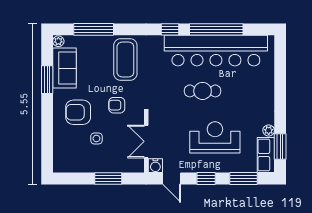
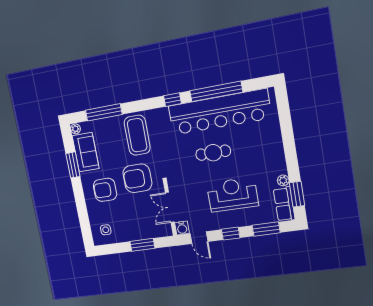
armchair: (117, 105) -> (137, 178), width x1.88, depth x1.88
side table: (96, 138) -> (106, 230), moved

